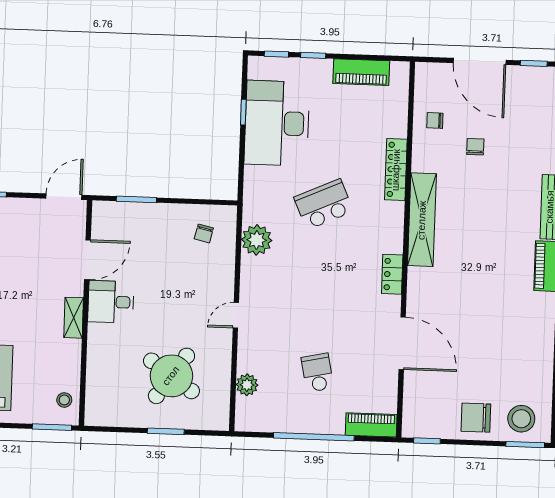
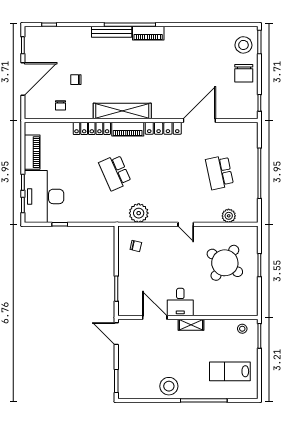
desk: (277, 123) -> (44, 196), moved, turned 90
locker: (392, 274) -> (163, 128), width x1.53
school desk: (317, 373) -> (220, 172), width x1.85
piano: (371, 425) -> (128, 129), moved, turned -90

